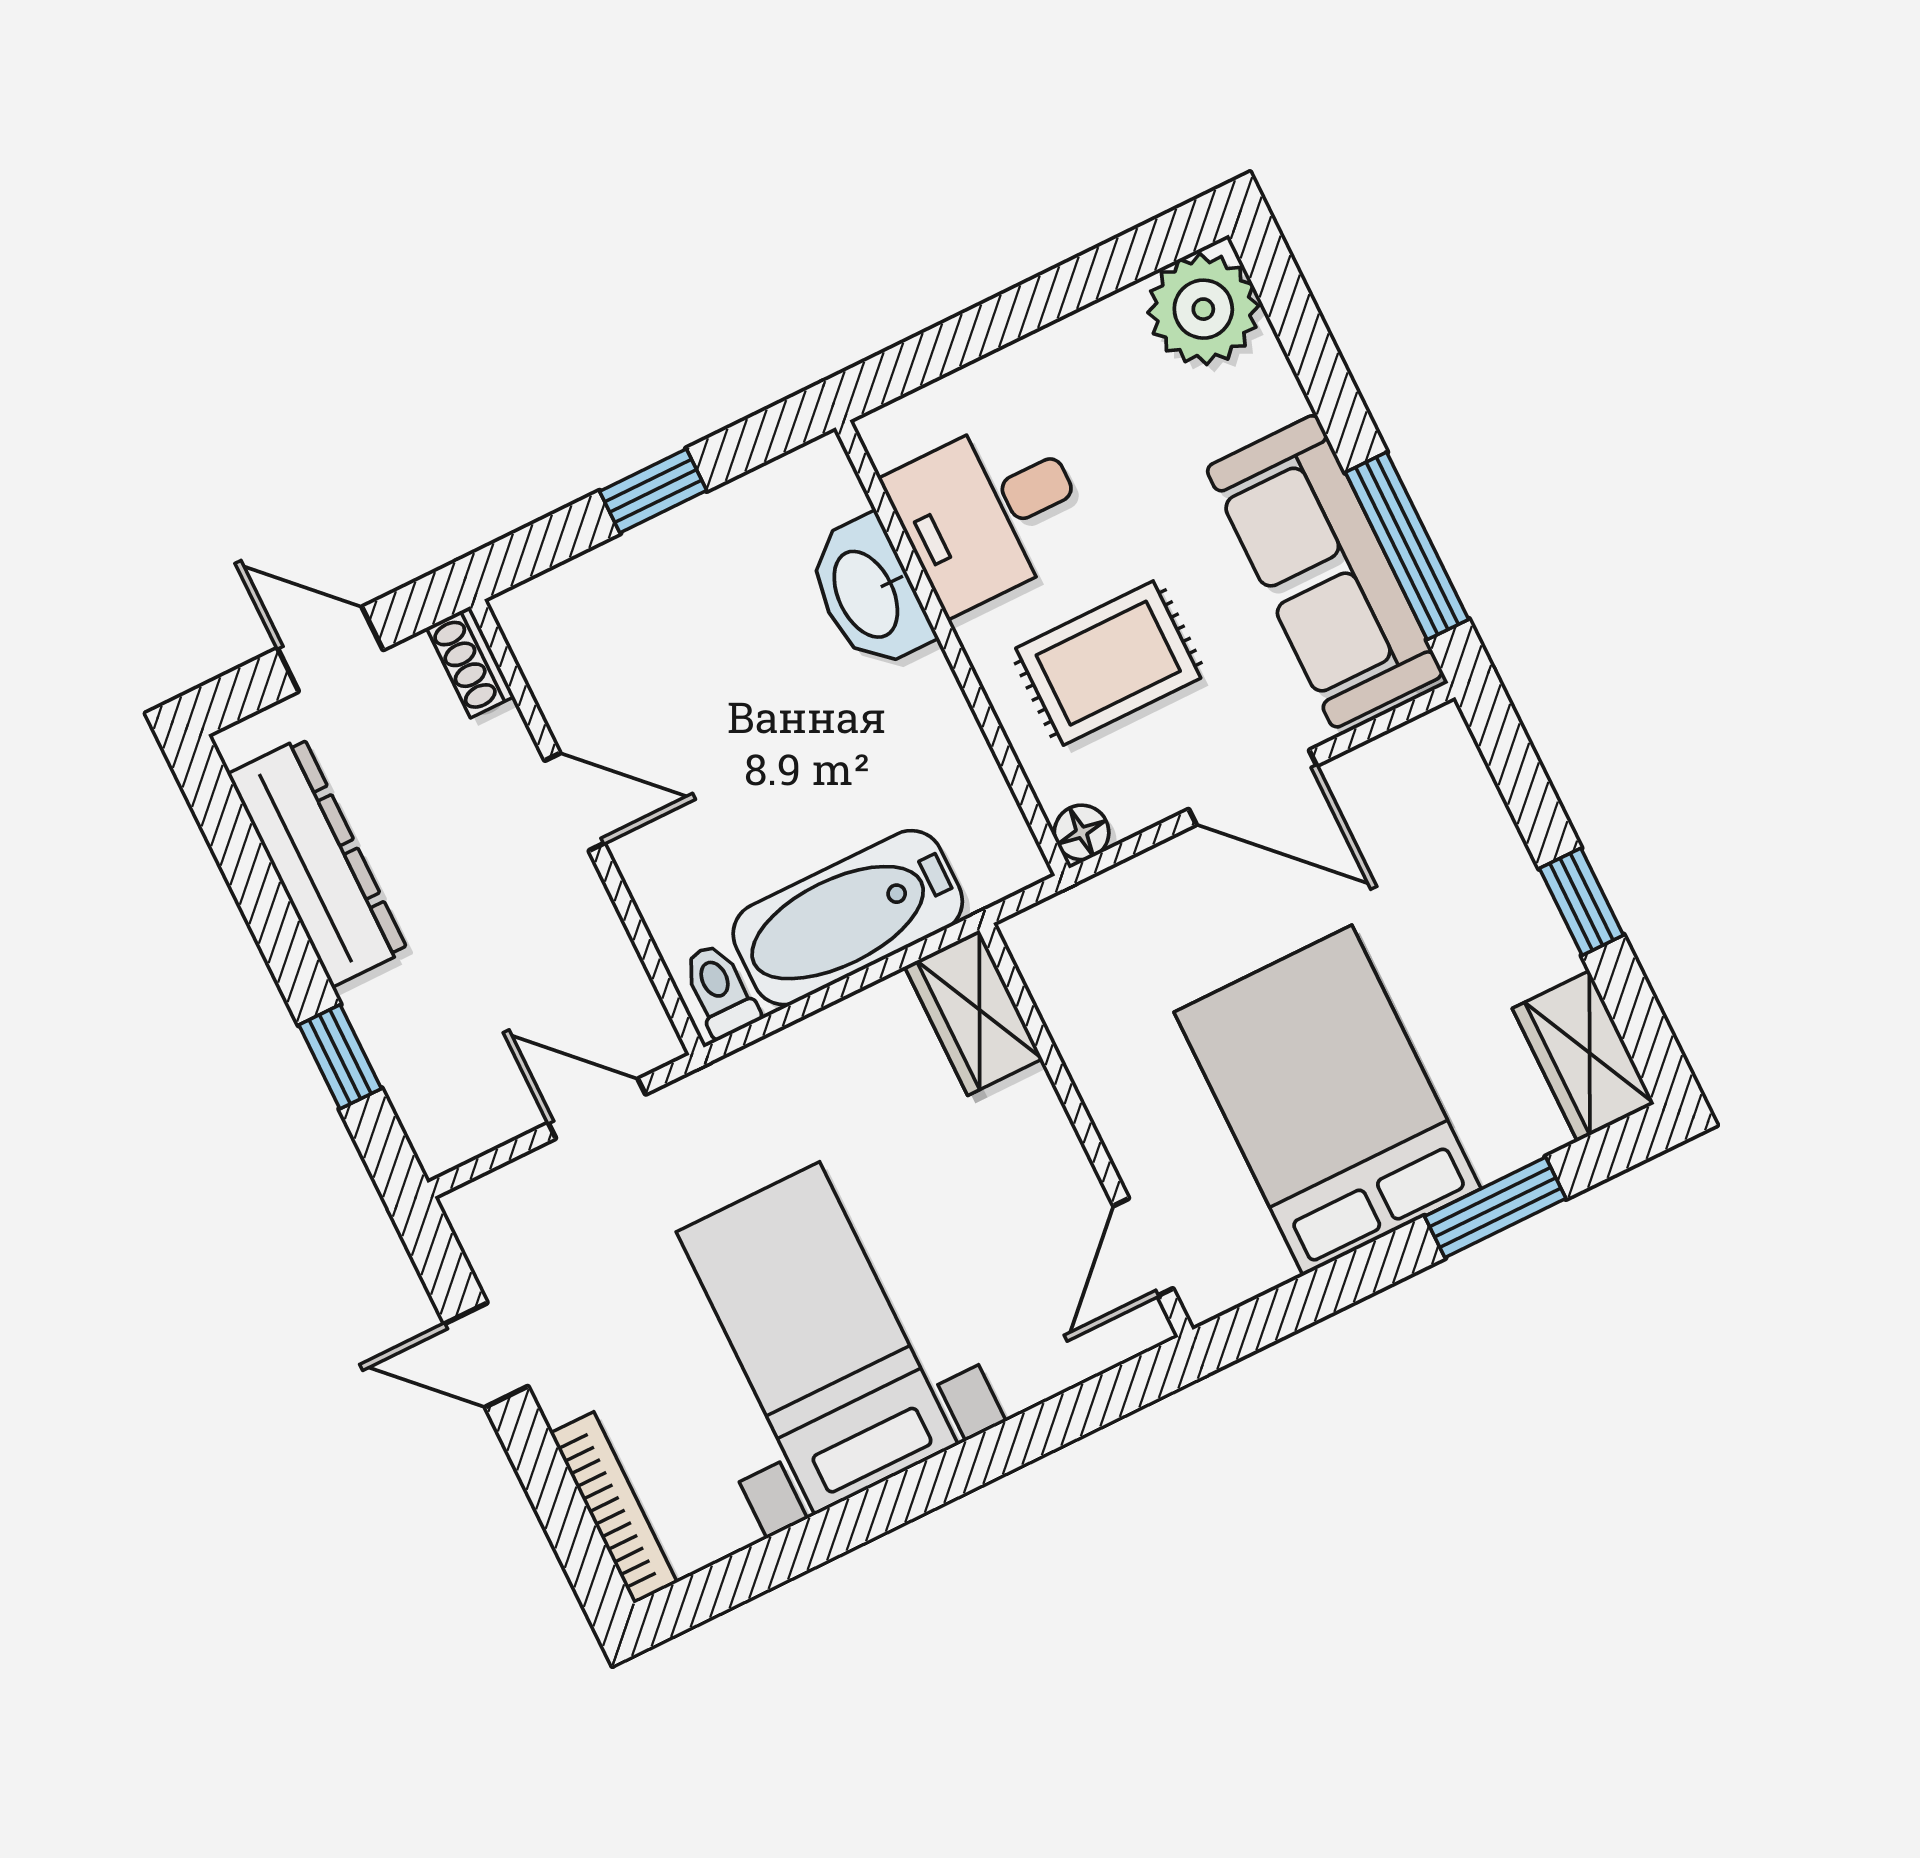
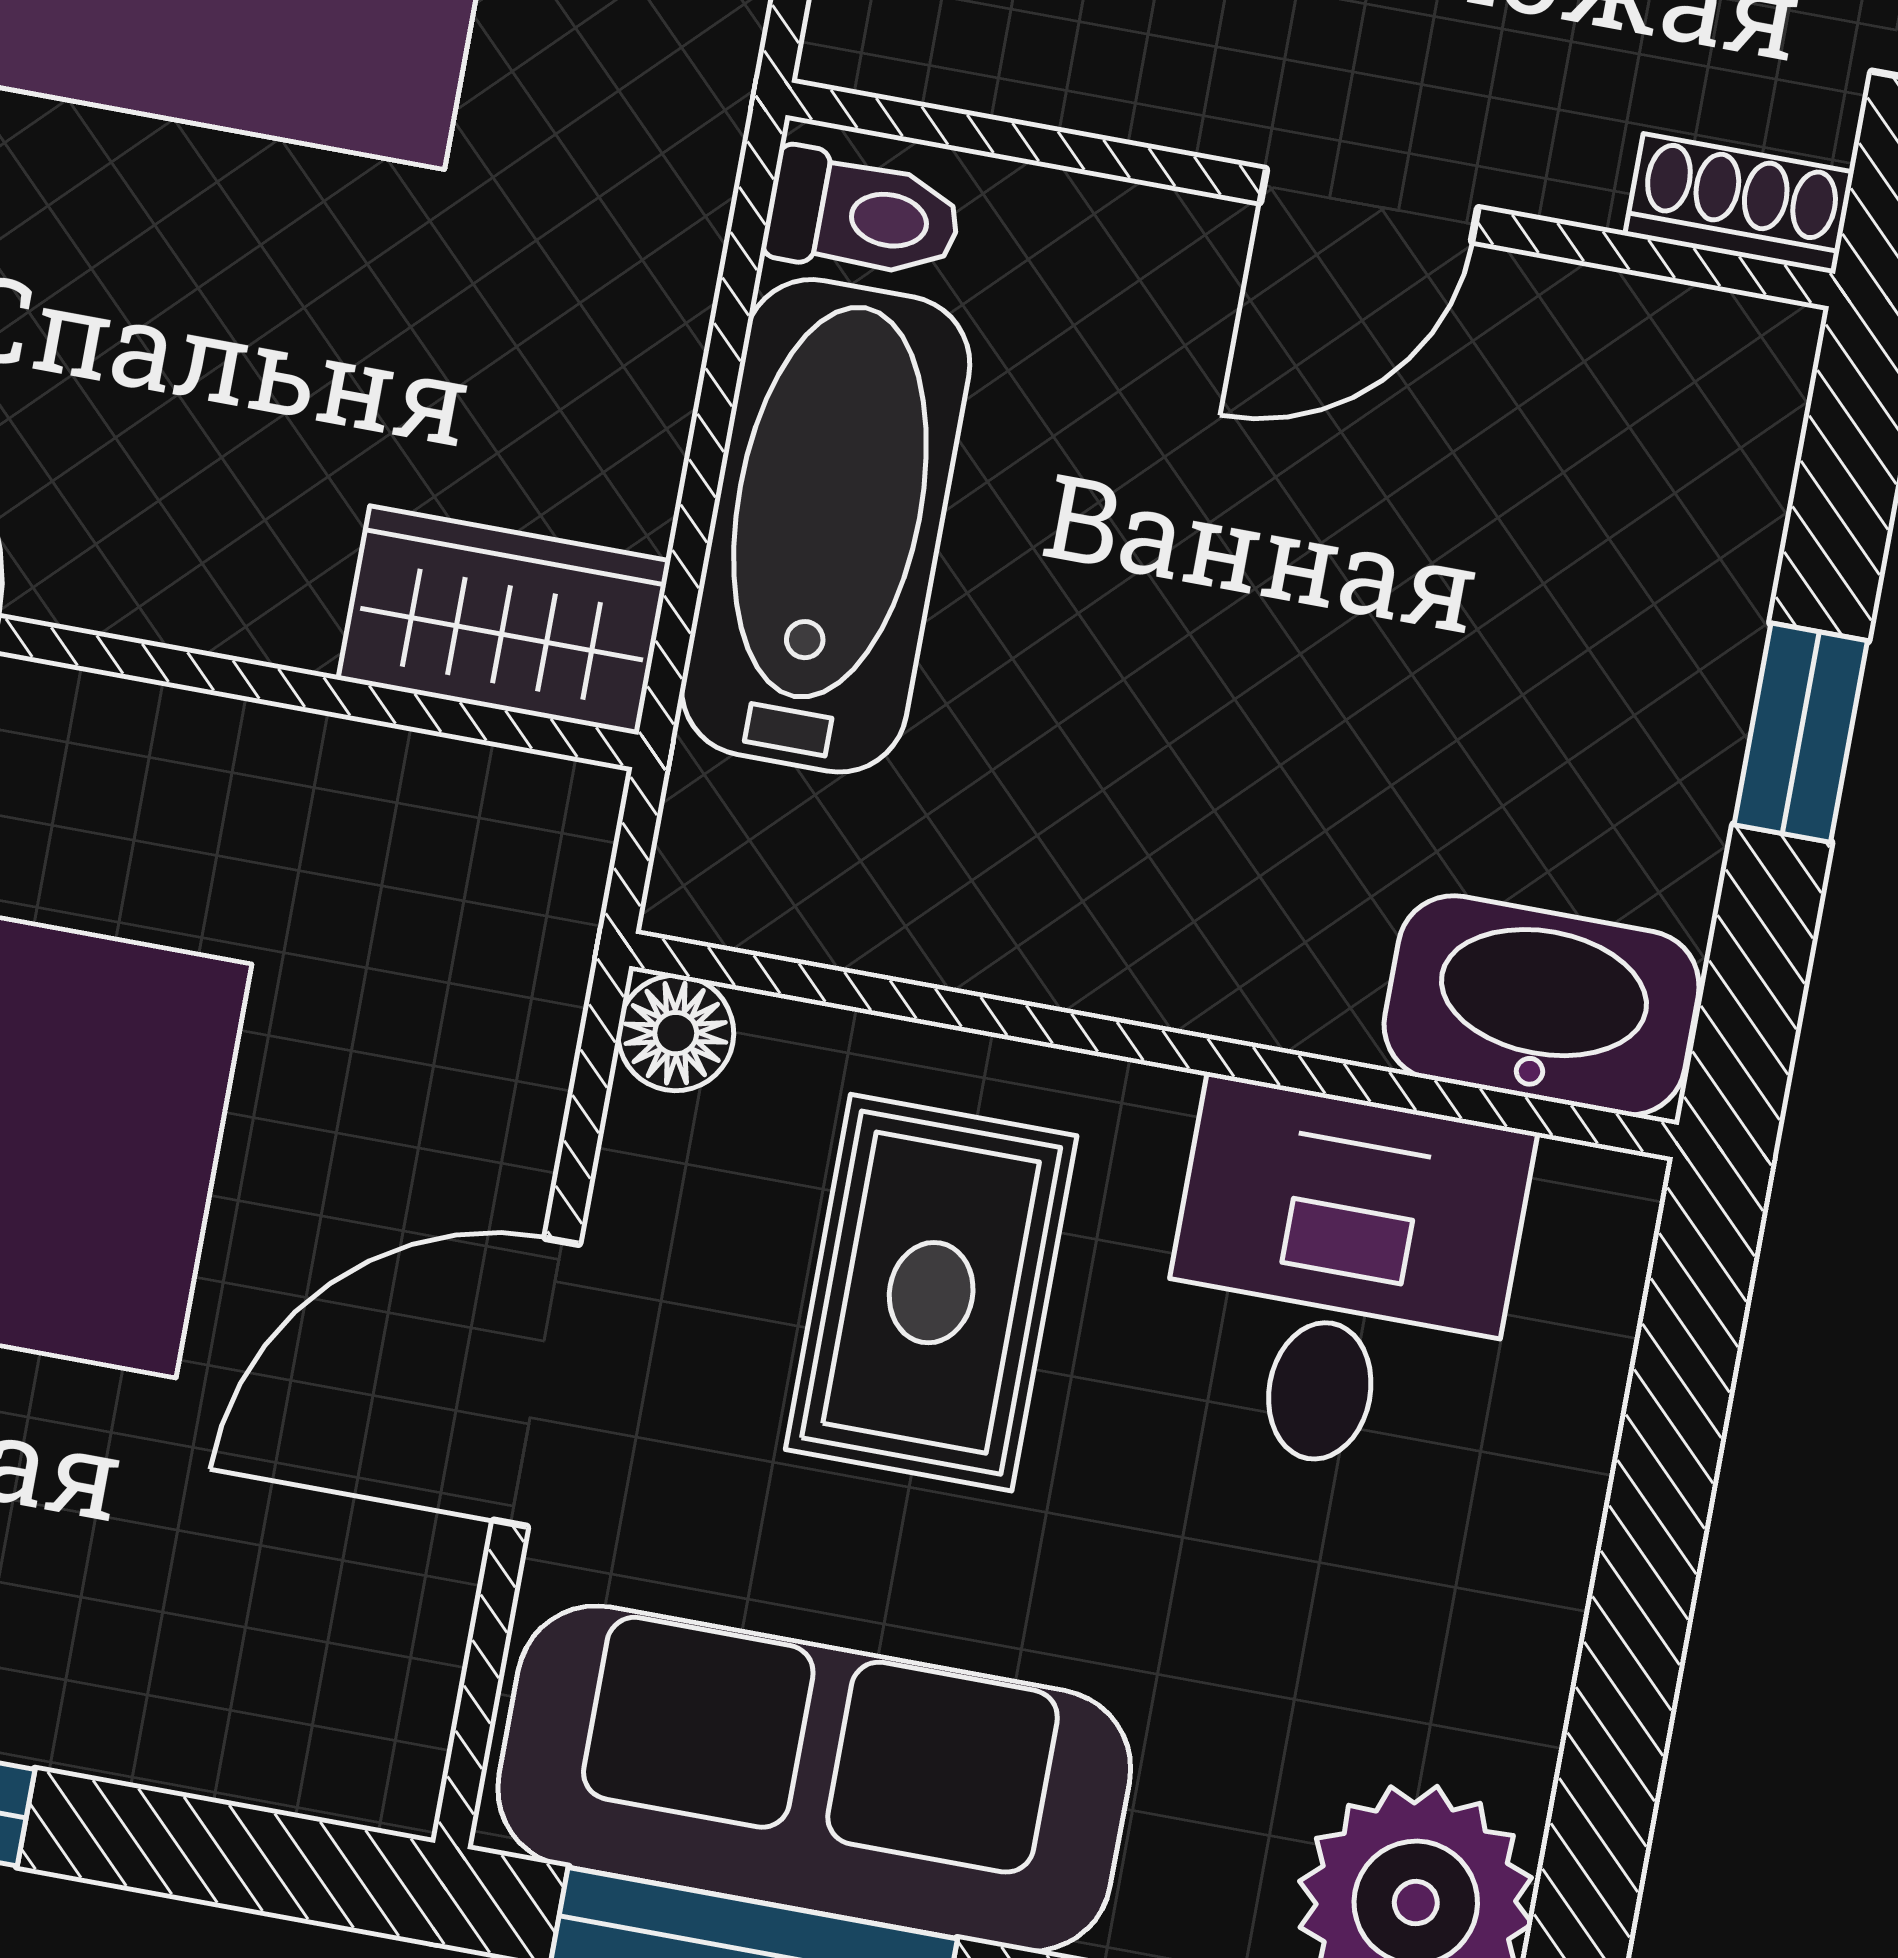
washbasin: (868, 593) -> (1542, 1005), moved

